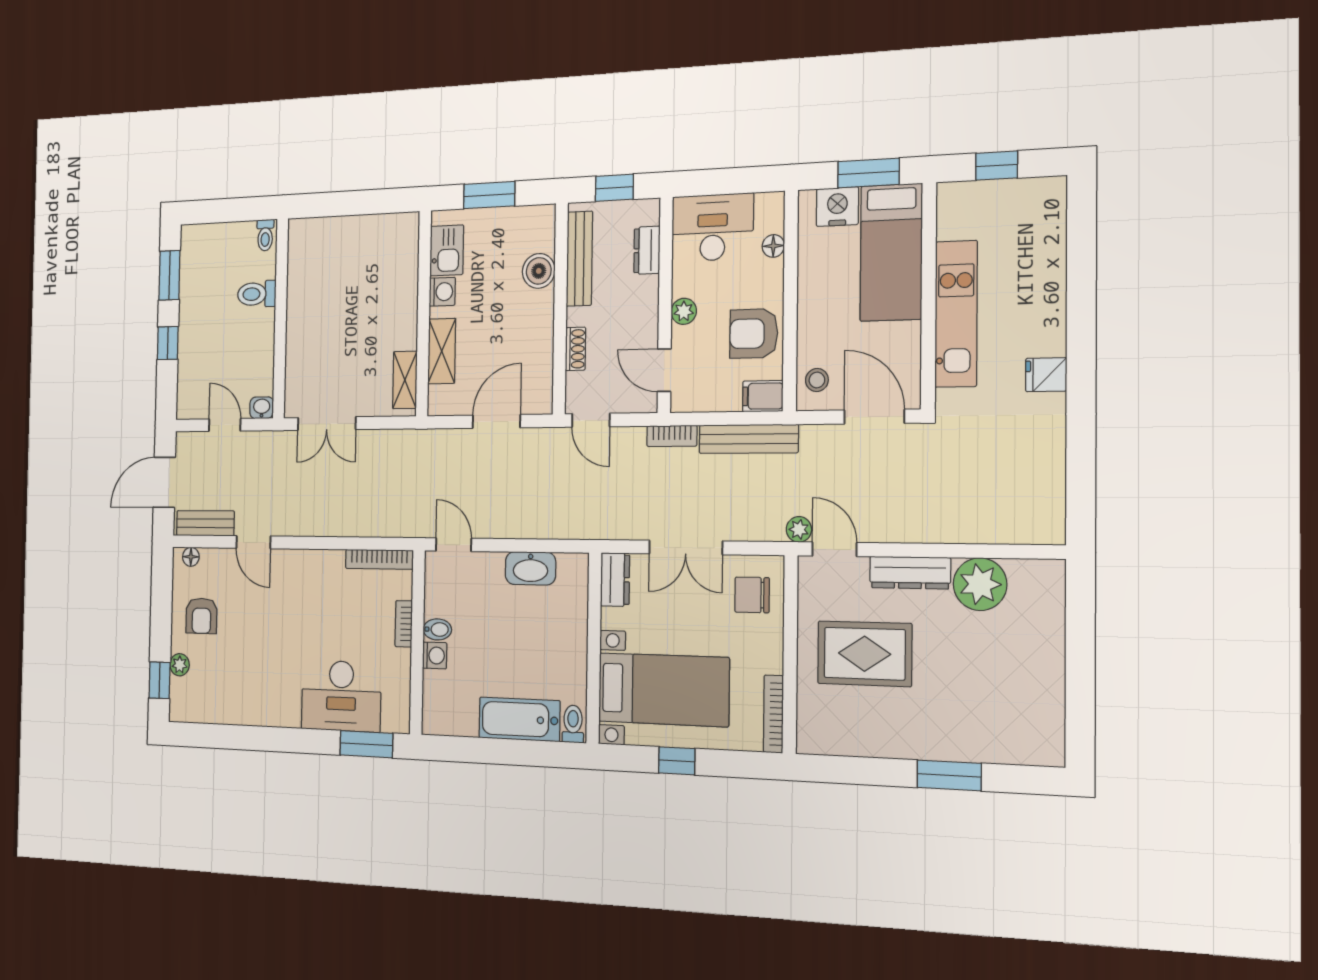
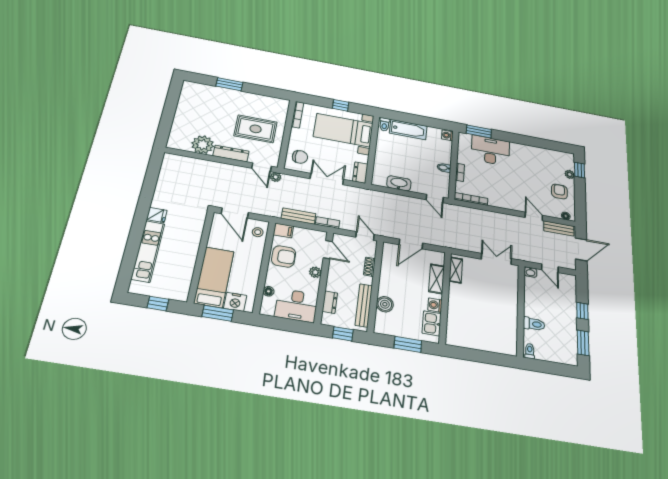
kitchen unit: (956, 314) -> (148, 251), moved, turned 180
bench: (749, 439) -> (299, 216), width x0.73
washing machine: (435, 655) -> (447, 135), moved

